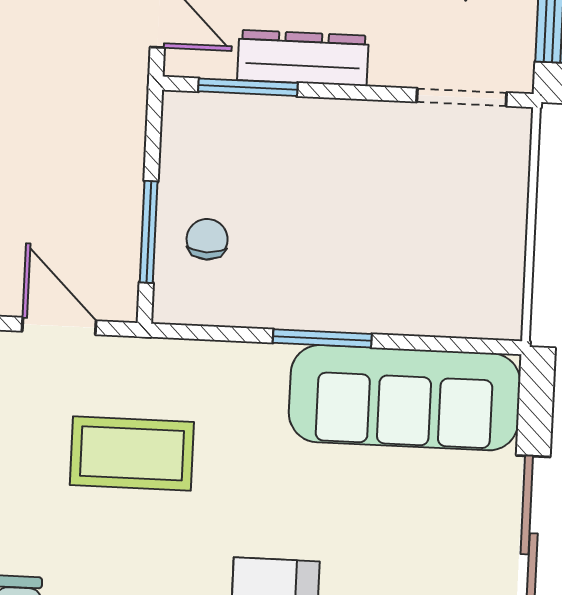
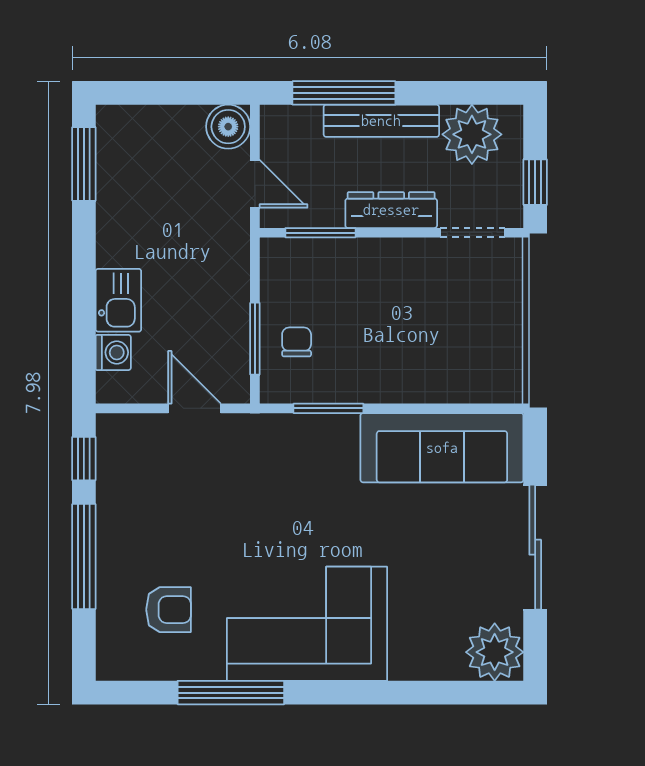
dresser: (303, 58) -> (391, 210), moved
window: (322, 338) -> (328, 408), moved
coffee table: (132, 453) -> (250, 496), removed

